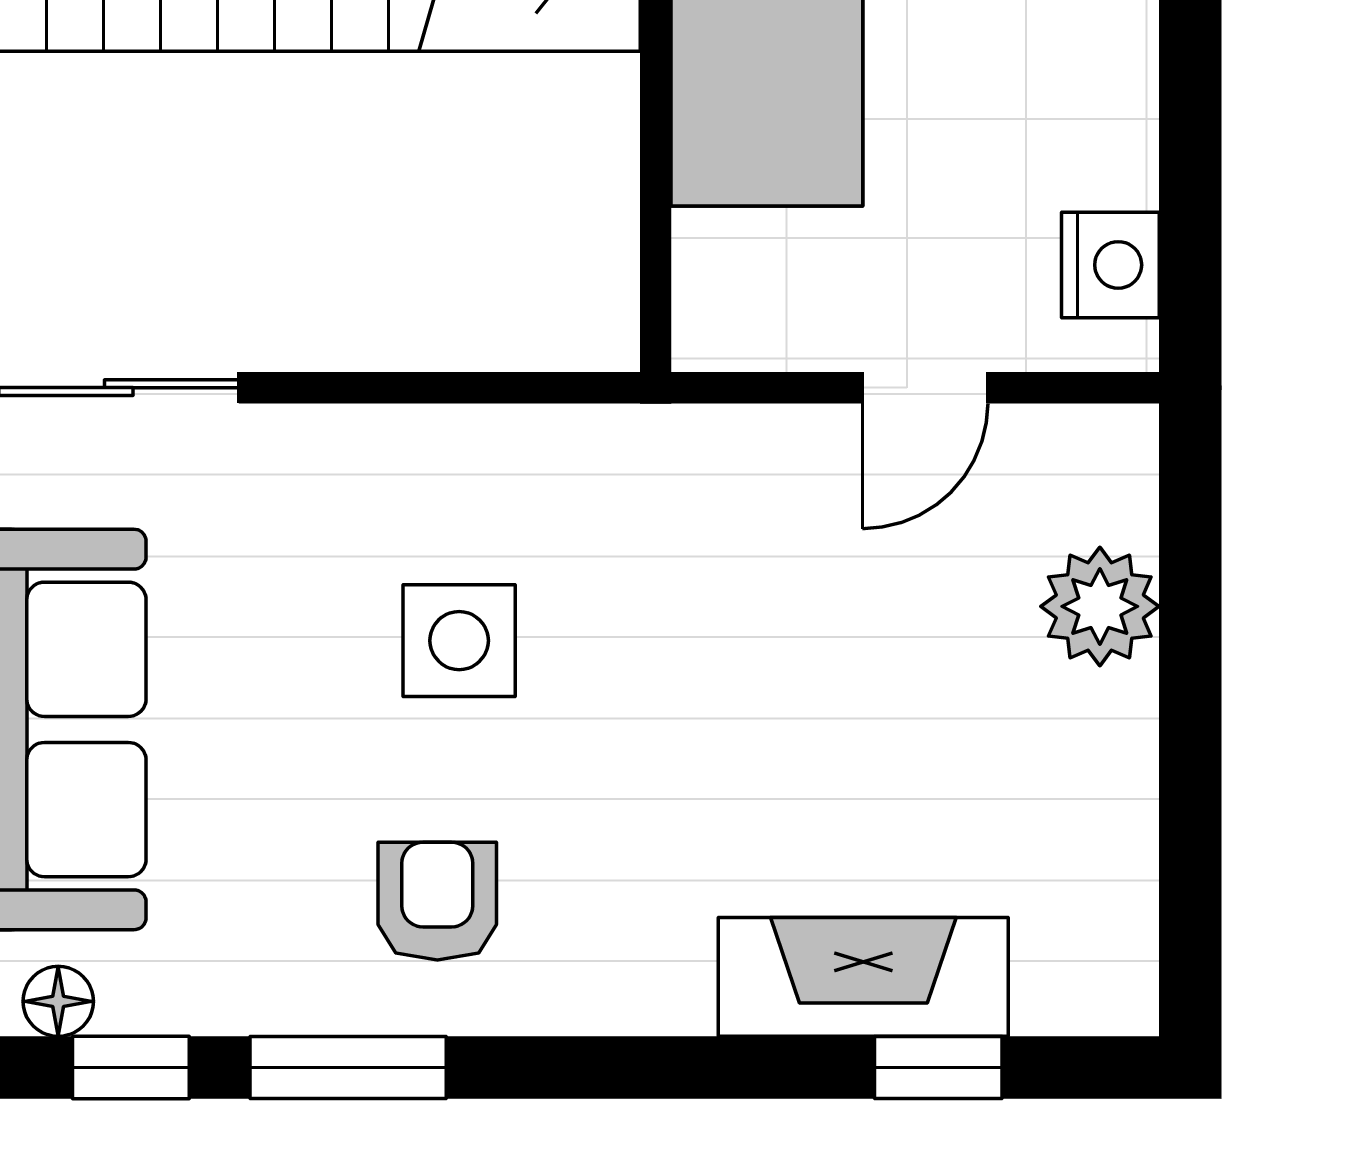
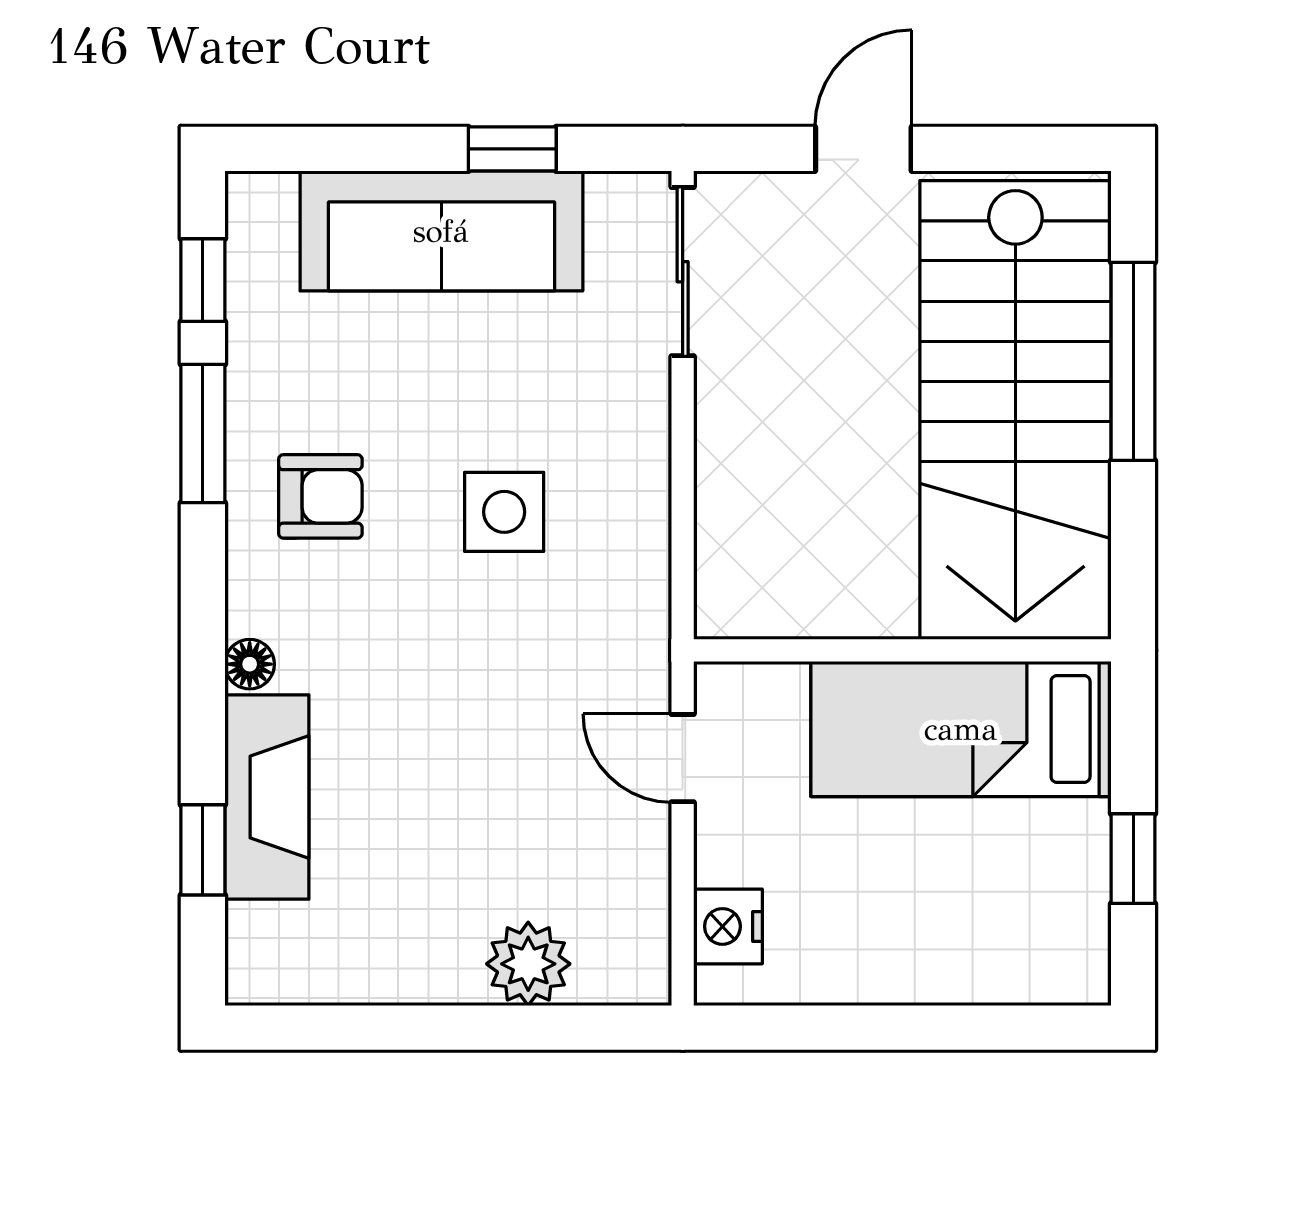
nightstand: (1110, 265) -> (728, 926), moved, turned 90
door: (925, 388) -> (683, 758), moved
floor lamp: (58, 1001) -> (250, 664), moved

